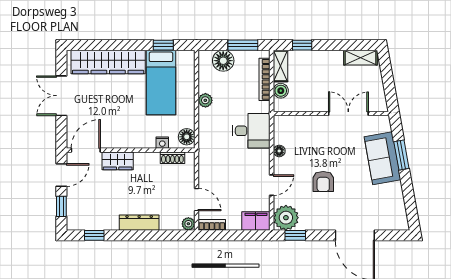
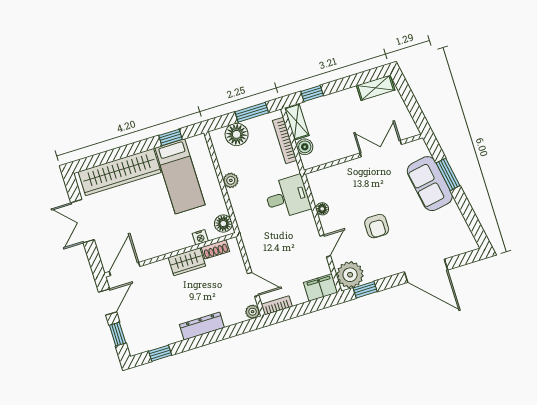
wardrobe: (118, 161) -> (187, 262), moved

